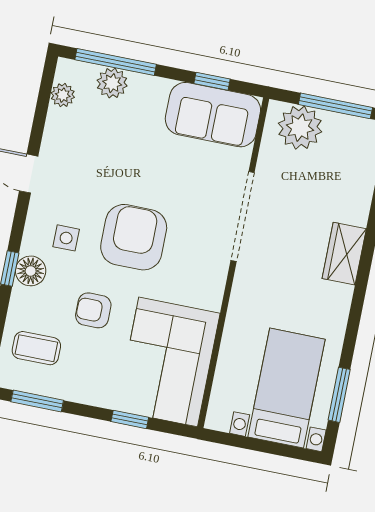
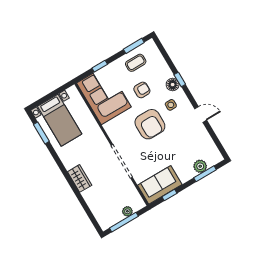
window: (116, 62) -> (205, 174), width x0.69
plant: (63, 95) -> (212, 149), removed
plant: (300, 128) -> (127, 211), width x0.53, depth x0.53
coffee table: (36, 348) -> (136, 63), moved

